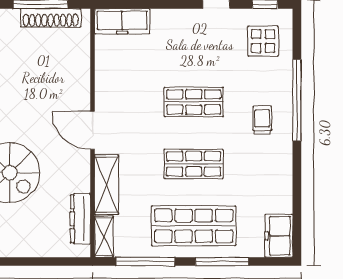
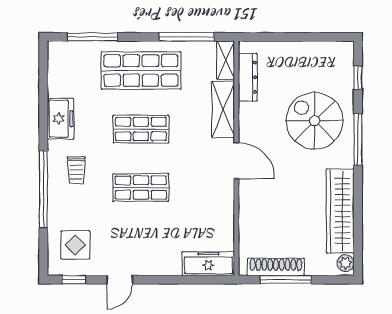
freezer: (279, 236) -> (61, 119), moved
window: (222, 262) -> (93, 37), moved

